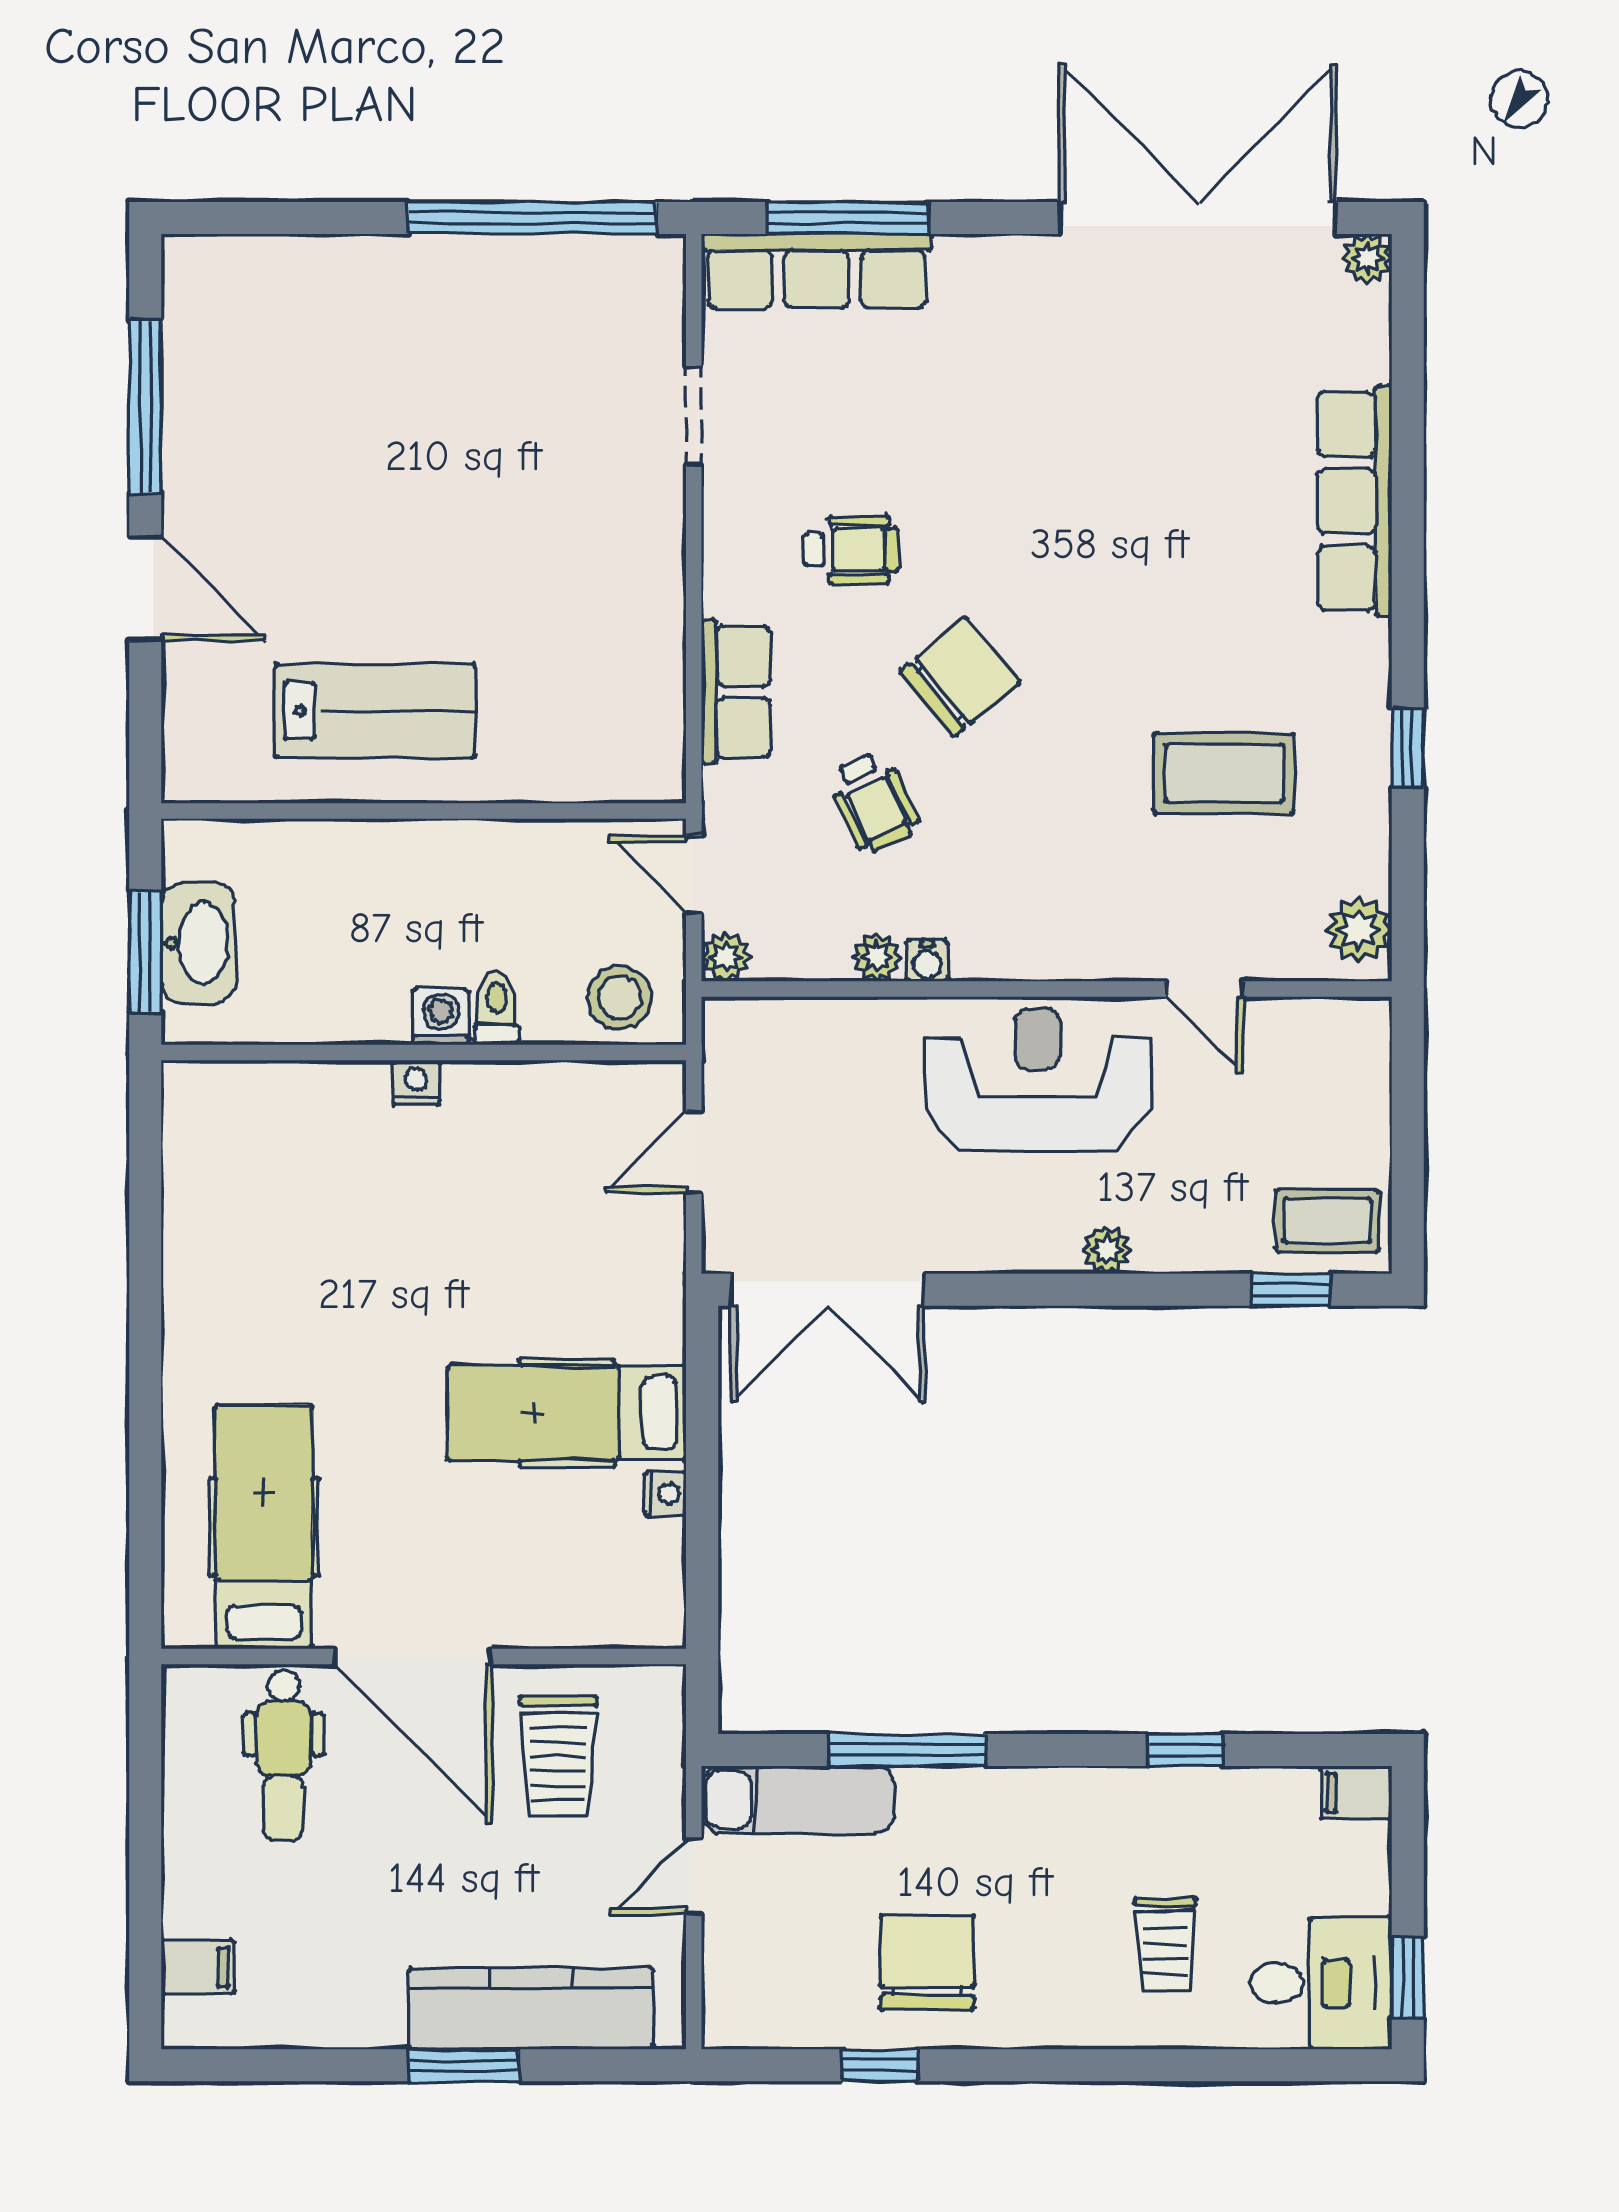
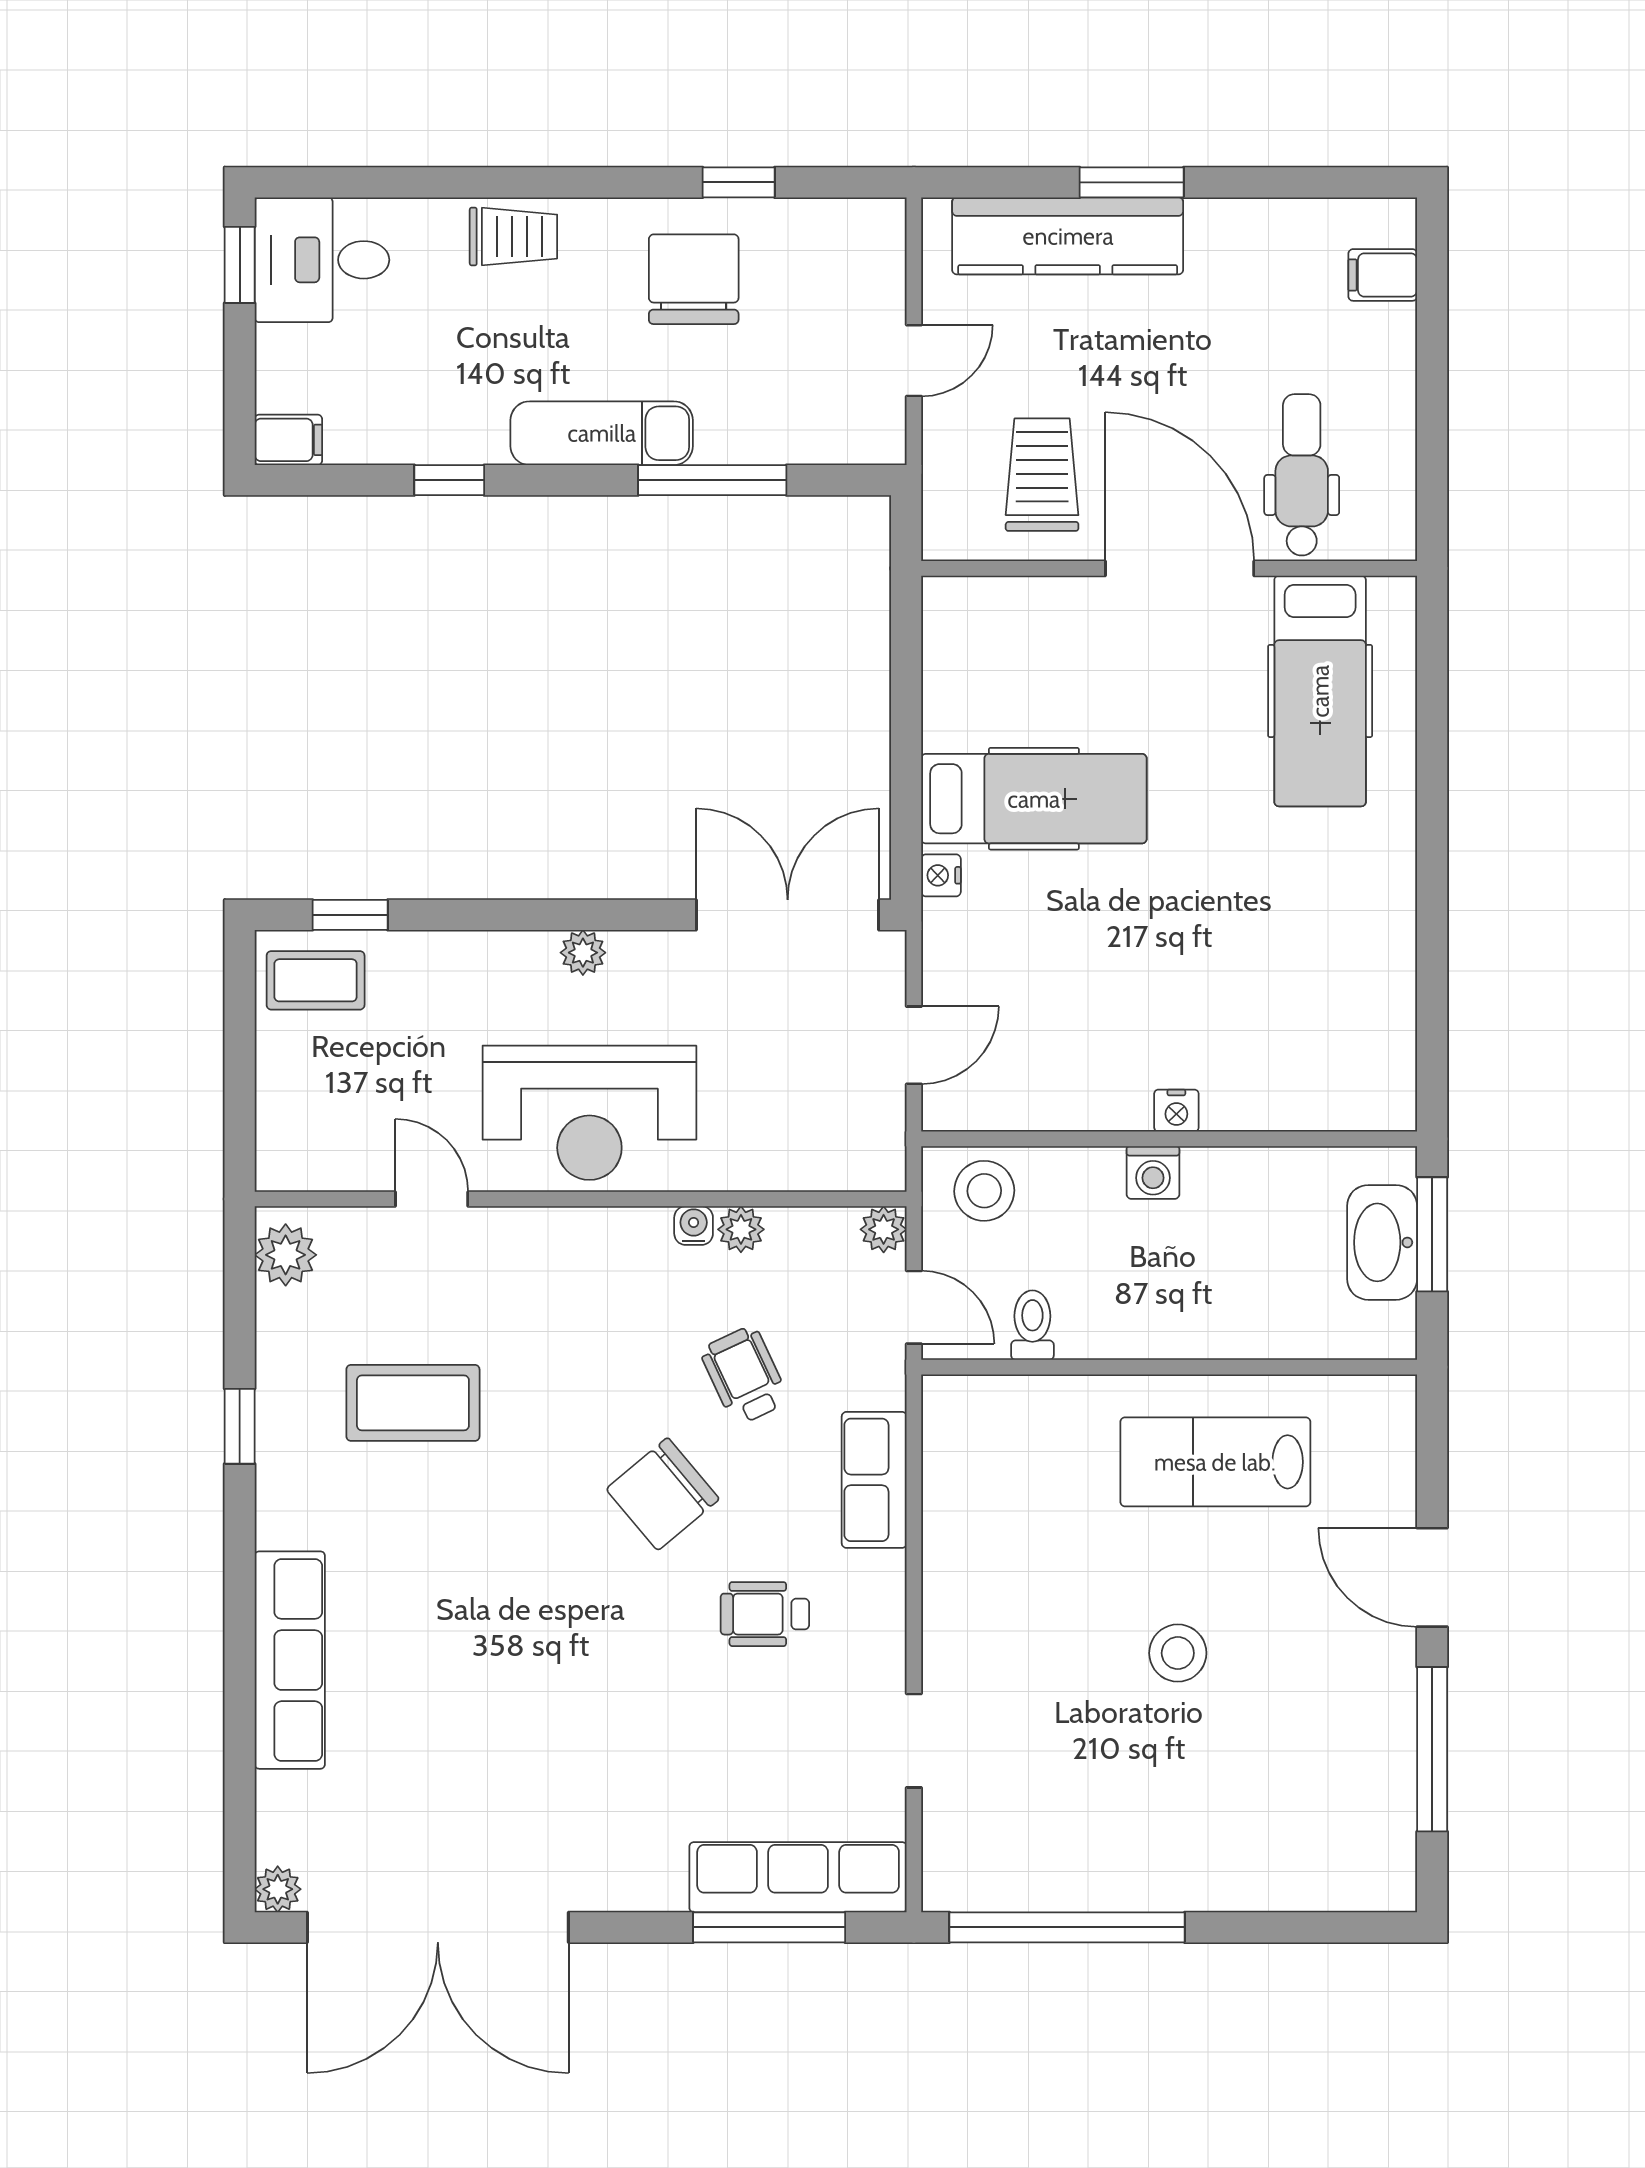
stool: (415, 508) -> (1178, 1653), added
toilet: (496, 1008) -> (1032, 1325), moved, turned 180
plant: (1107, 1250) -> (583, 953), moved
nightstand: (665, 1494) -> (941, 875), moved
exam couch: (798, 1800) -> (602, 433), moved
trolley: (1165, 1944) -> (513, 237), moved, turned 90
chair: (927, 1963) -> (694, 279), turned 180

